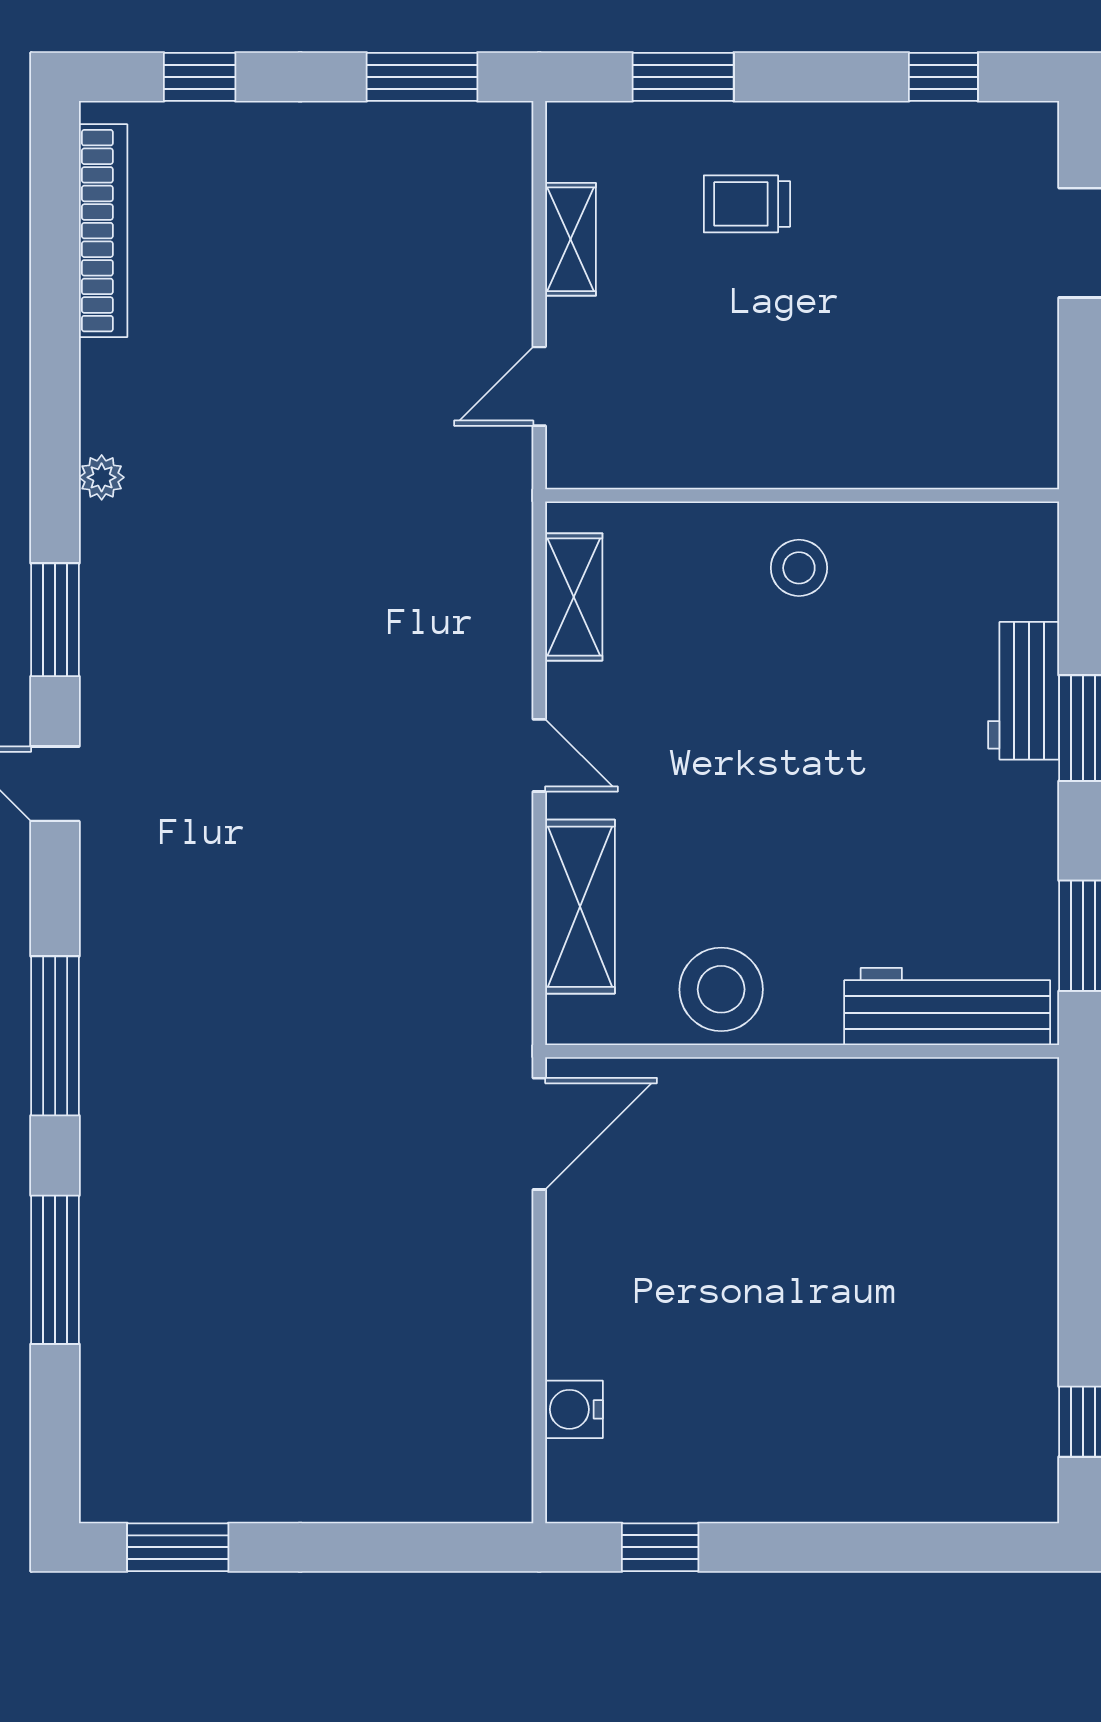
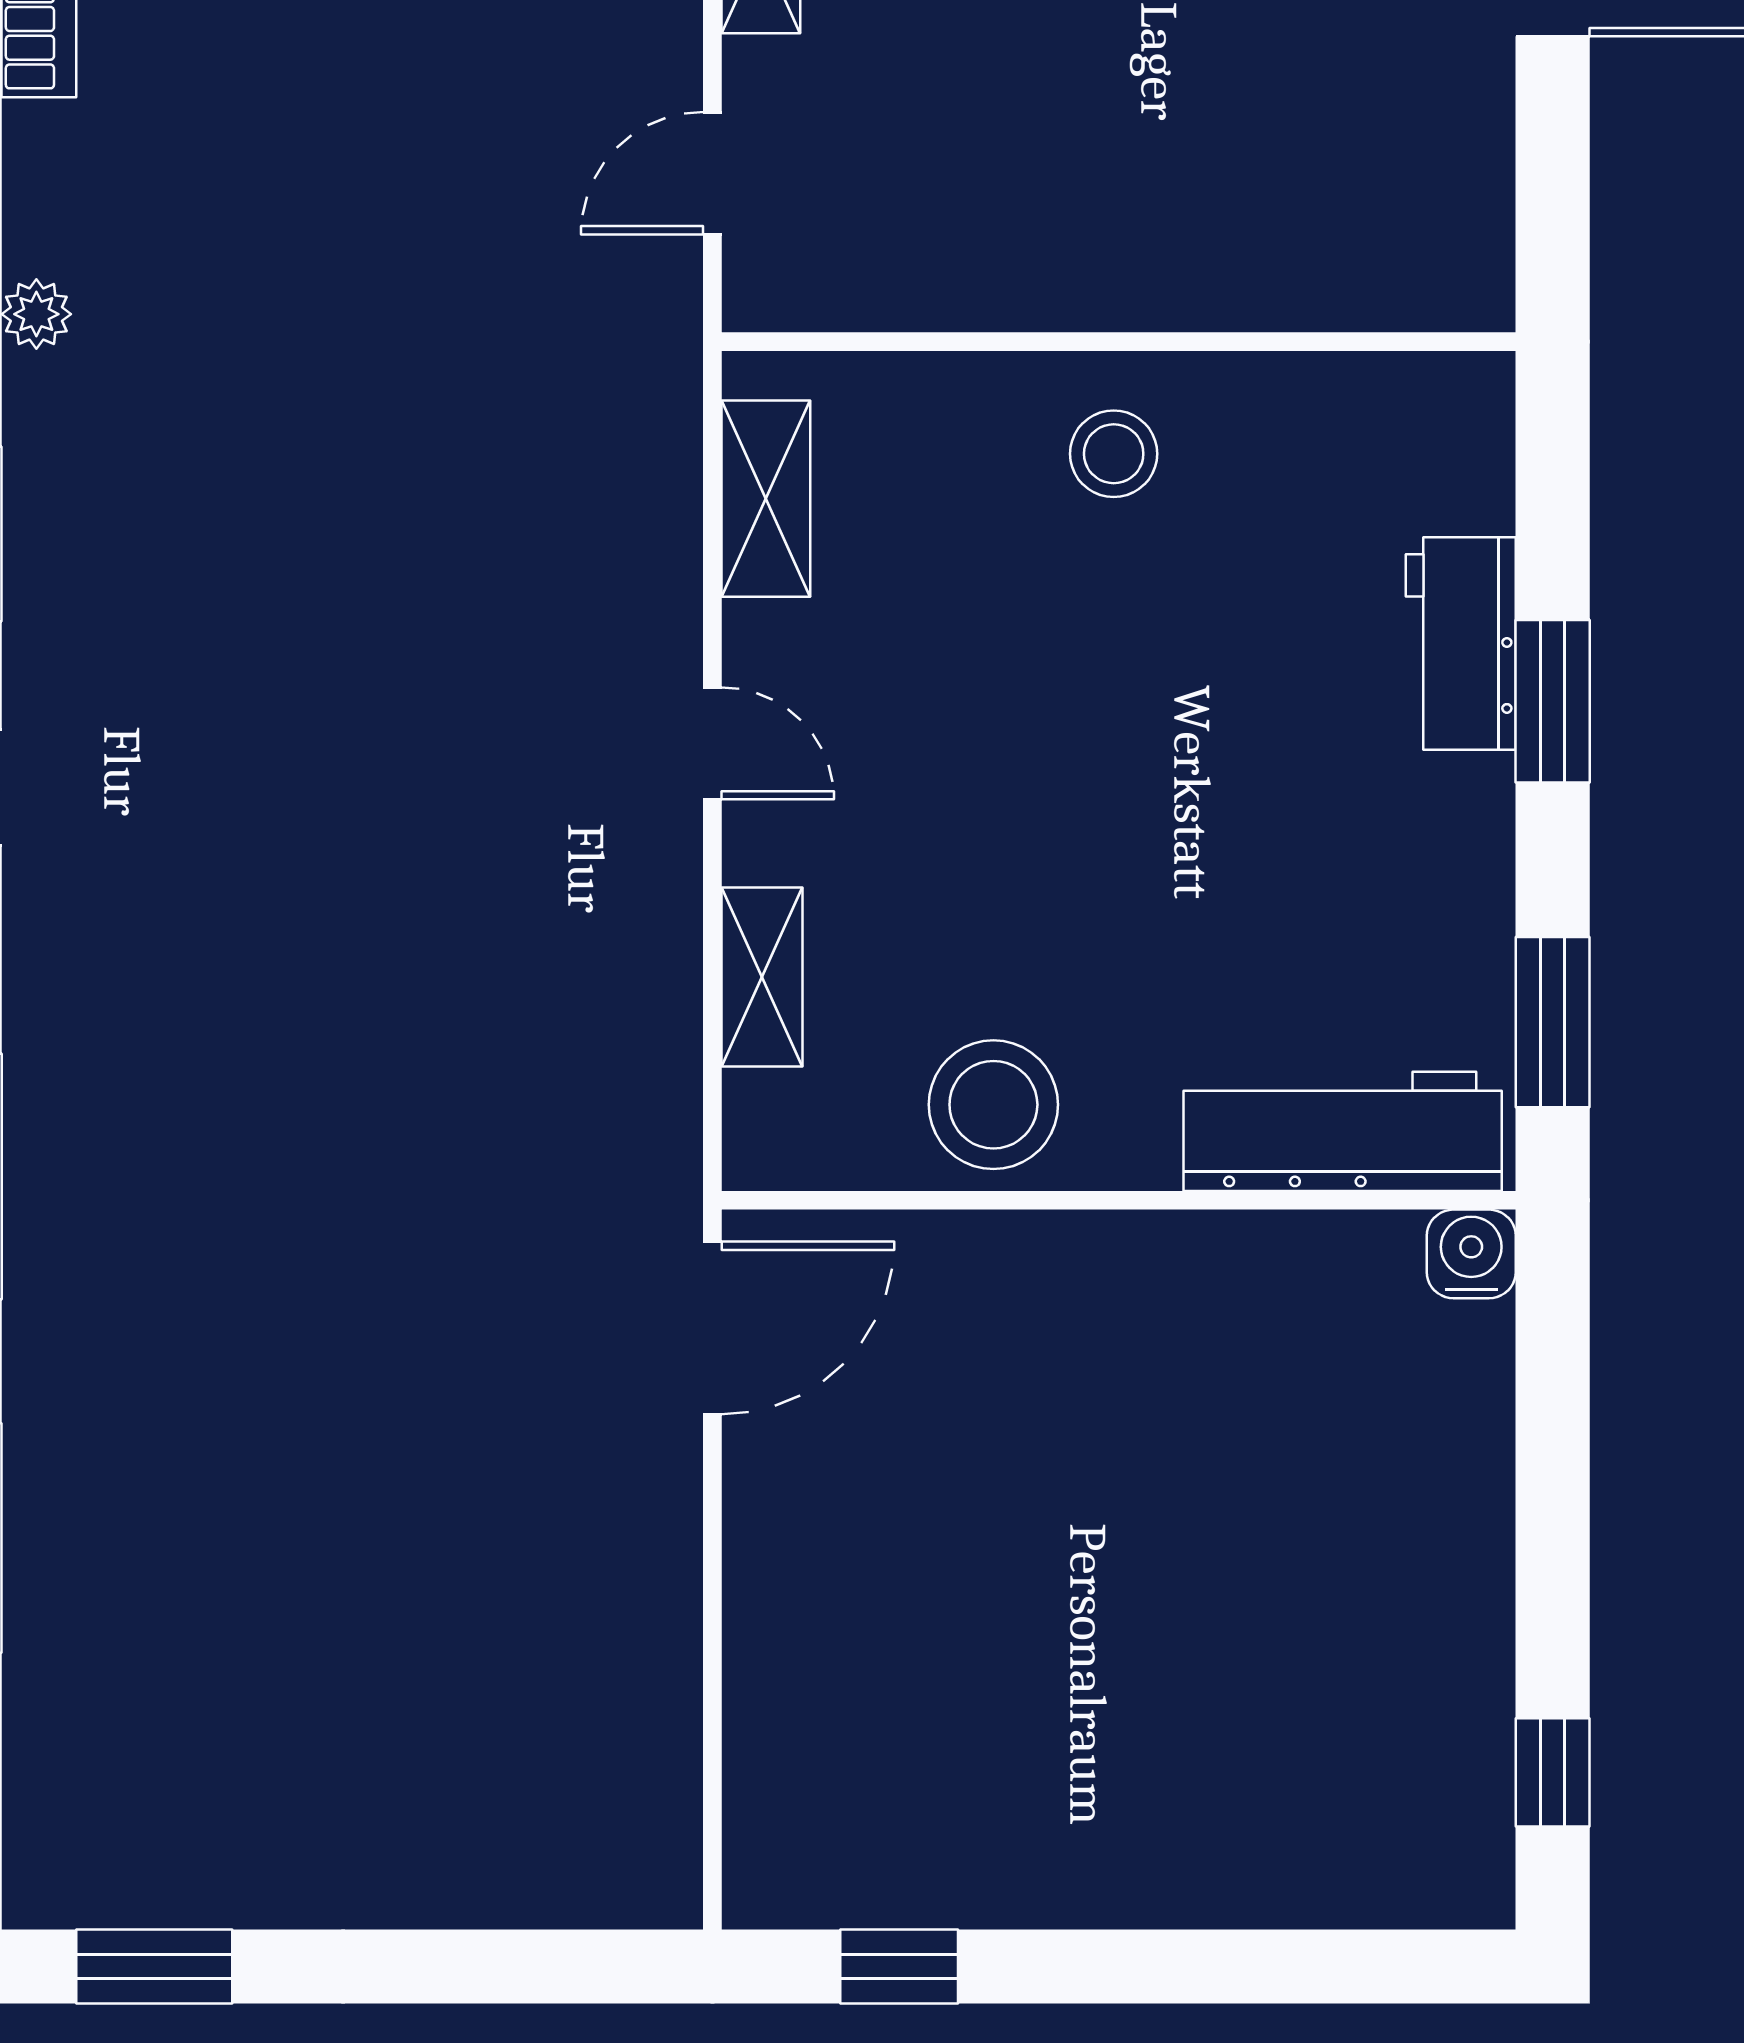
shelving: (580, 907) -> (762, 977), width x0.67, depth x0.75
water cooler: (574, 1409) -> (1471, 1254), moved, turned 90

